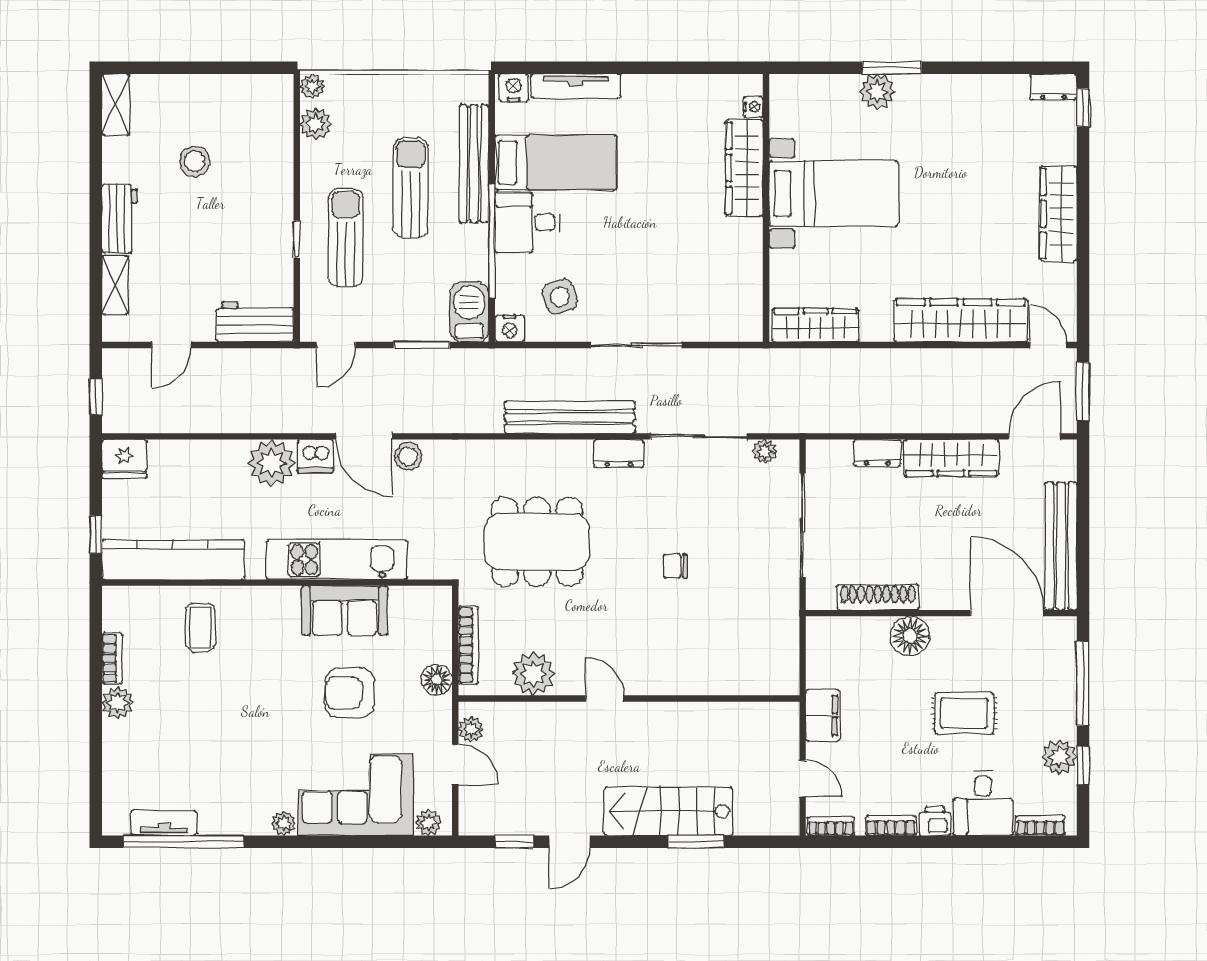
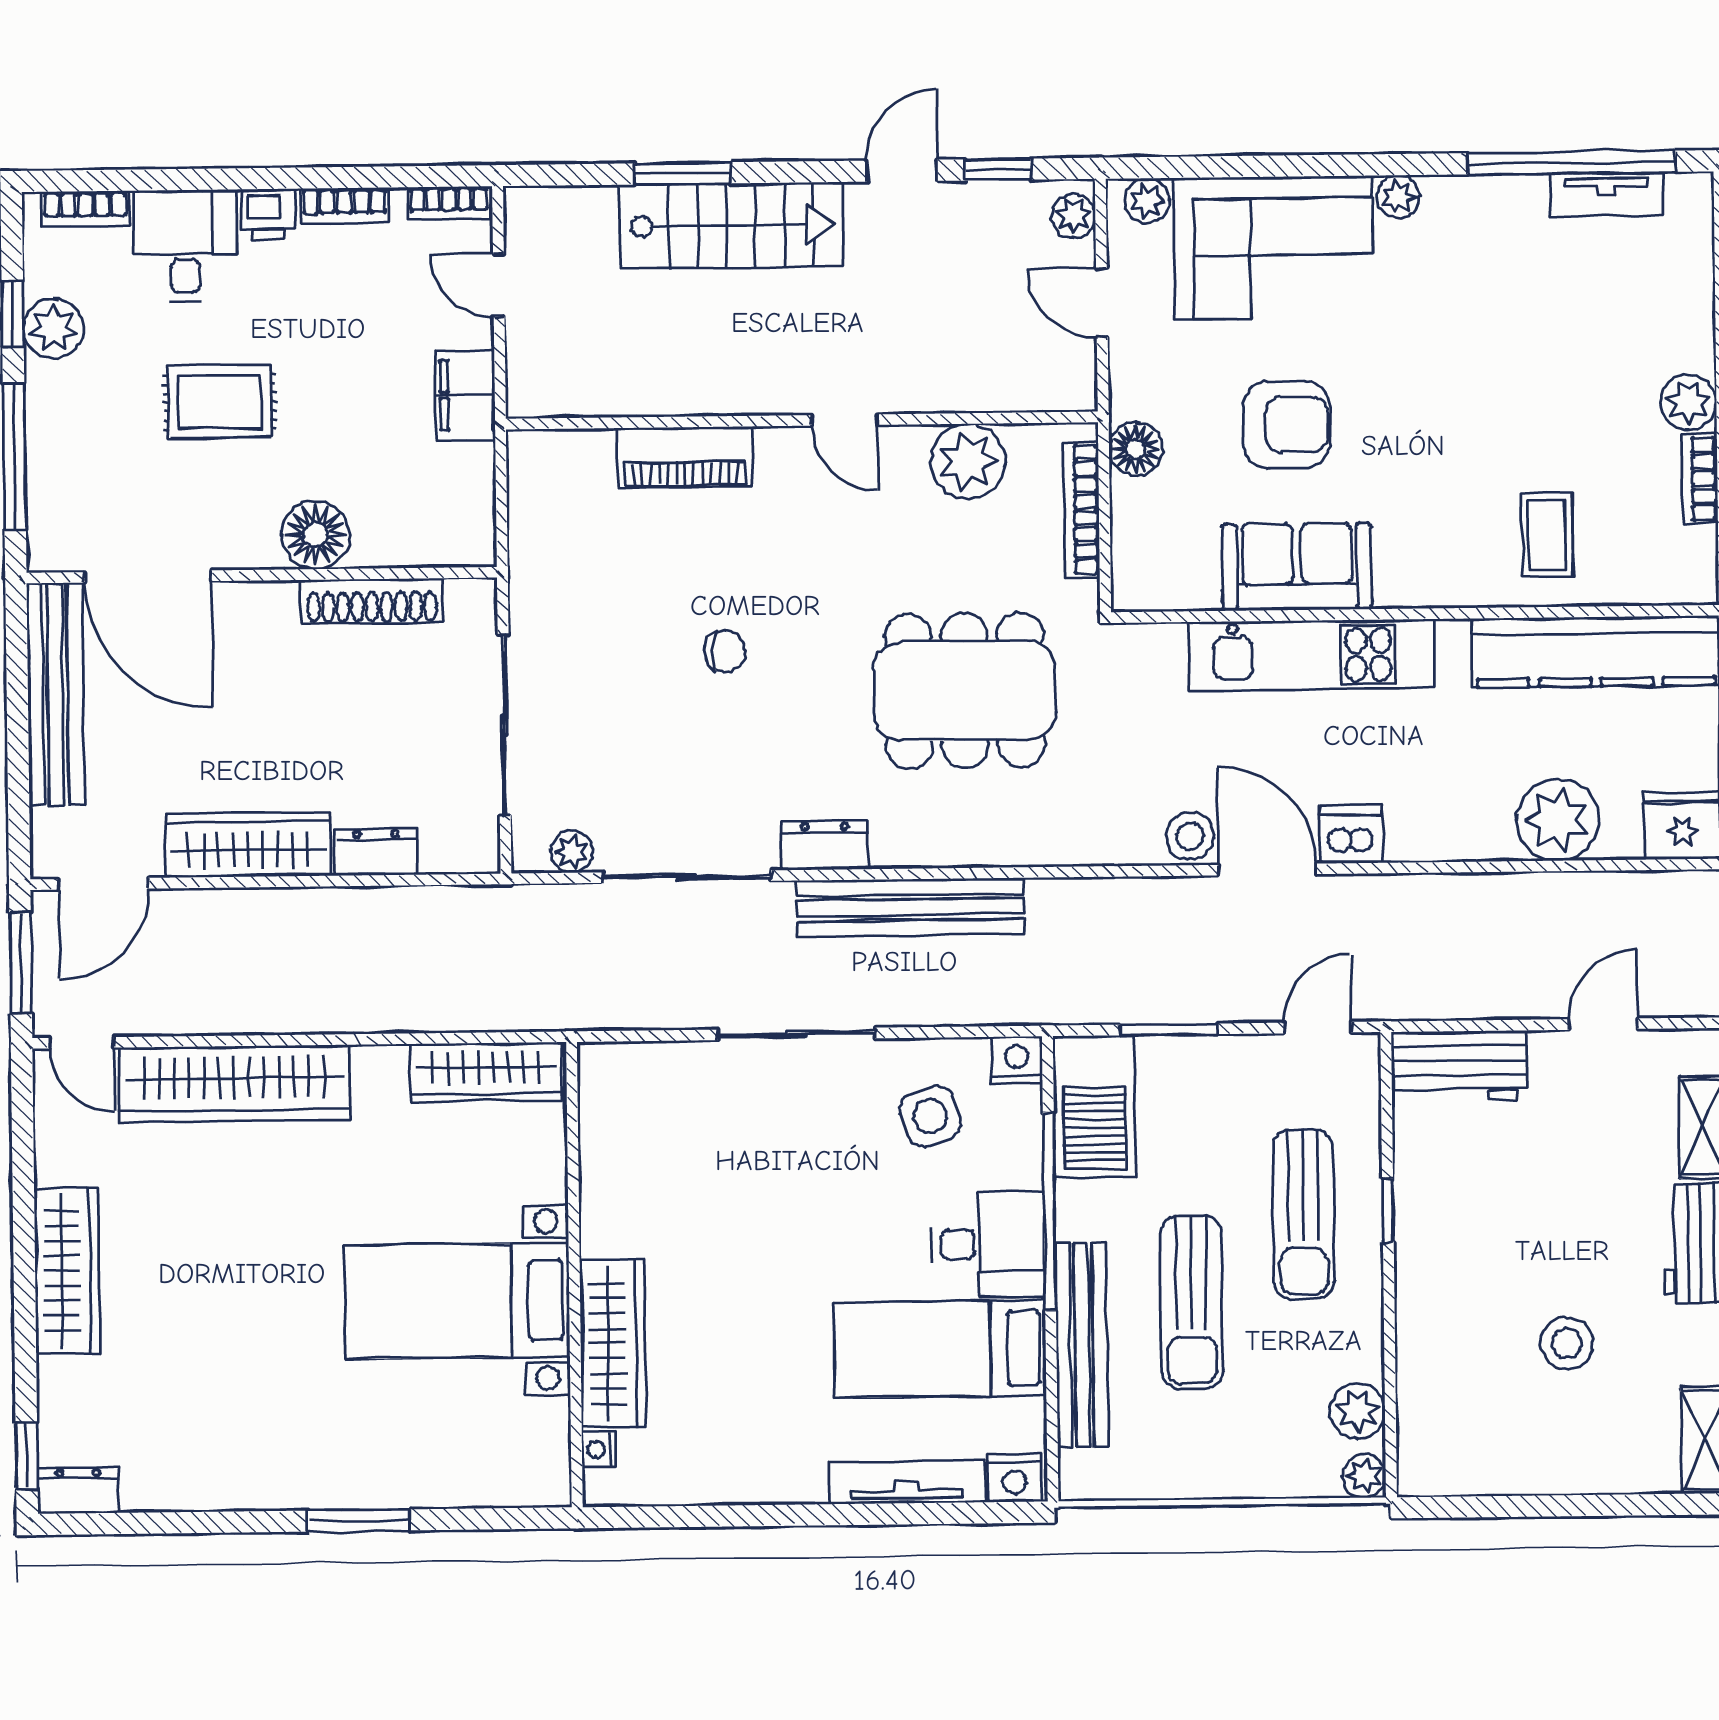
plant: (877, 92) -> (384, 1479), removed
barbecue: (469, 312) -> (1094, 1107), width x1.37, depth x1.21
plant: (272, 463) -> (1557, 820), moved
piano: (696, 678) -> (685, 457), added
plant: (471, 729) -> (1073, 216), moved

